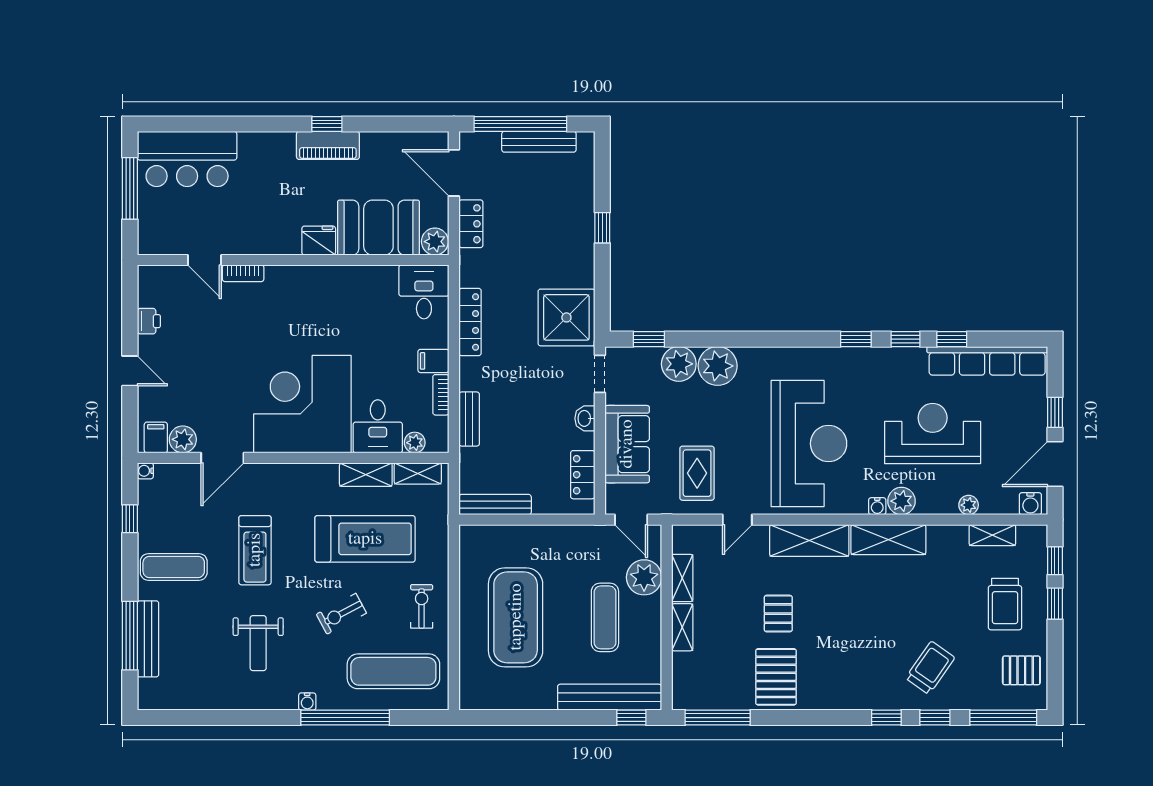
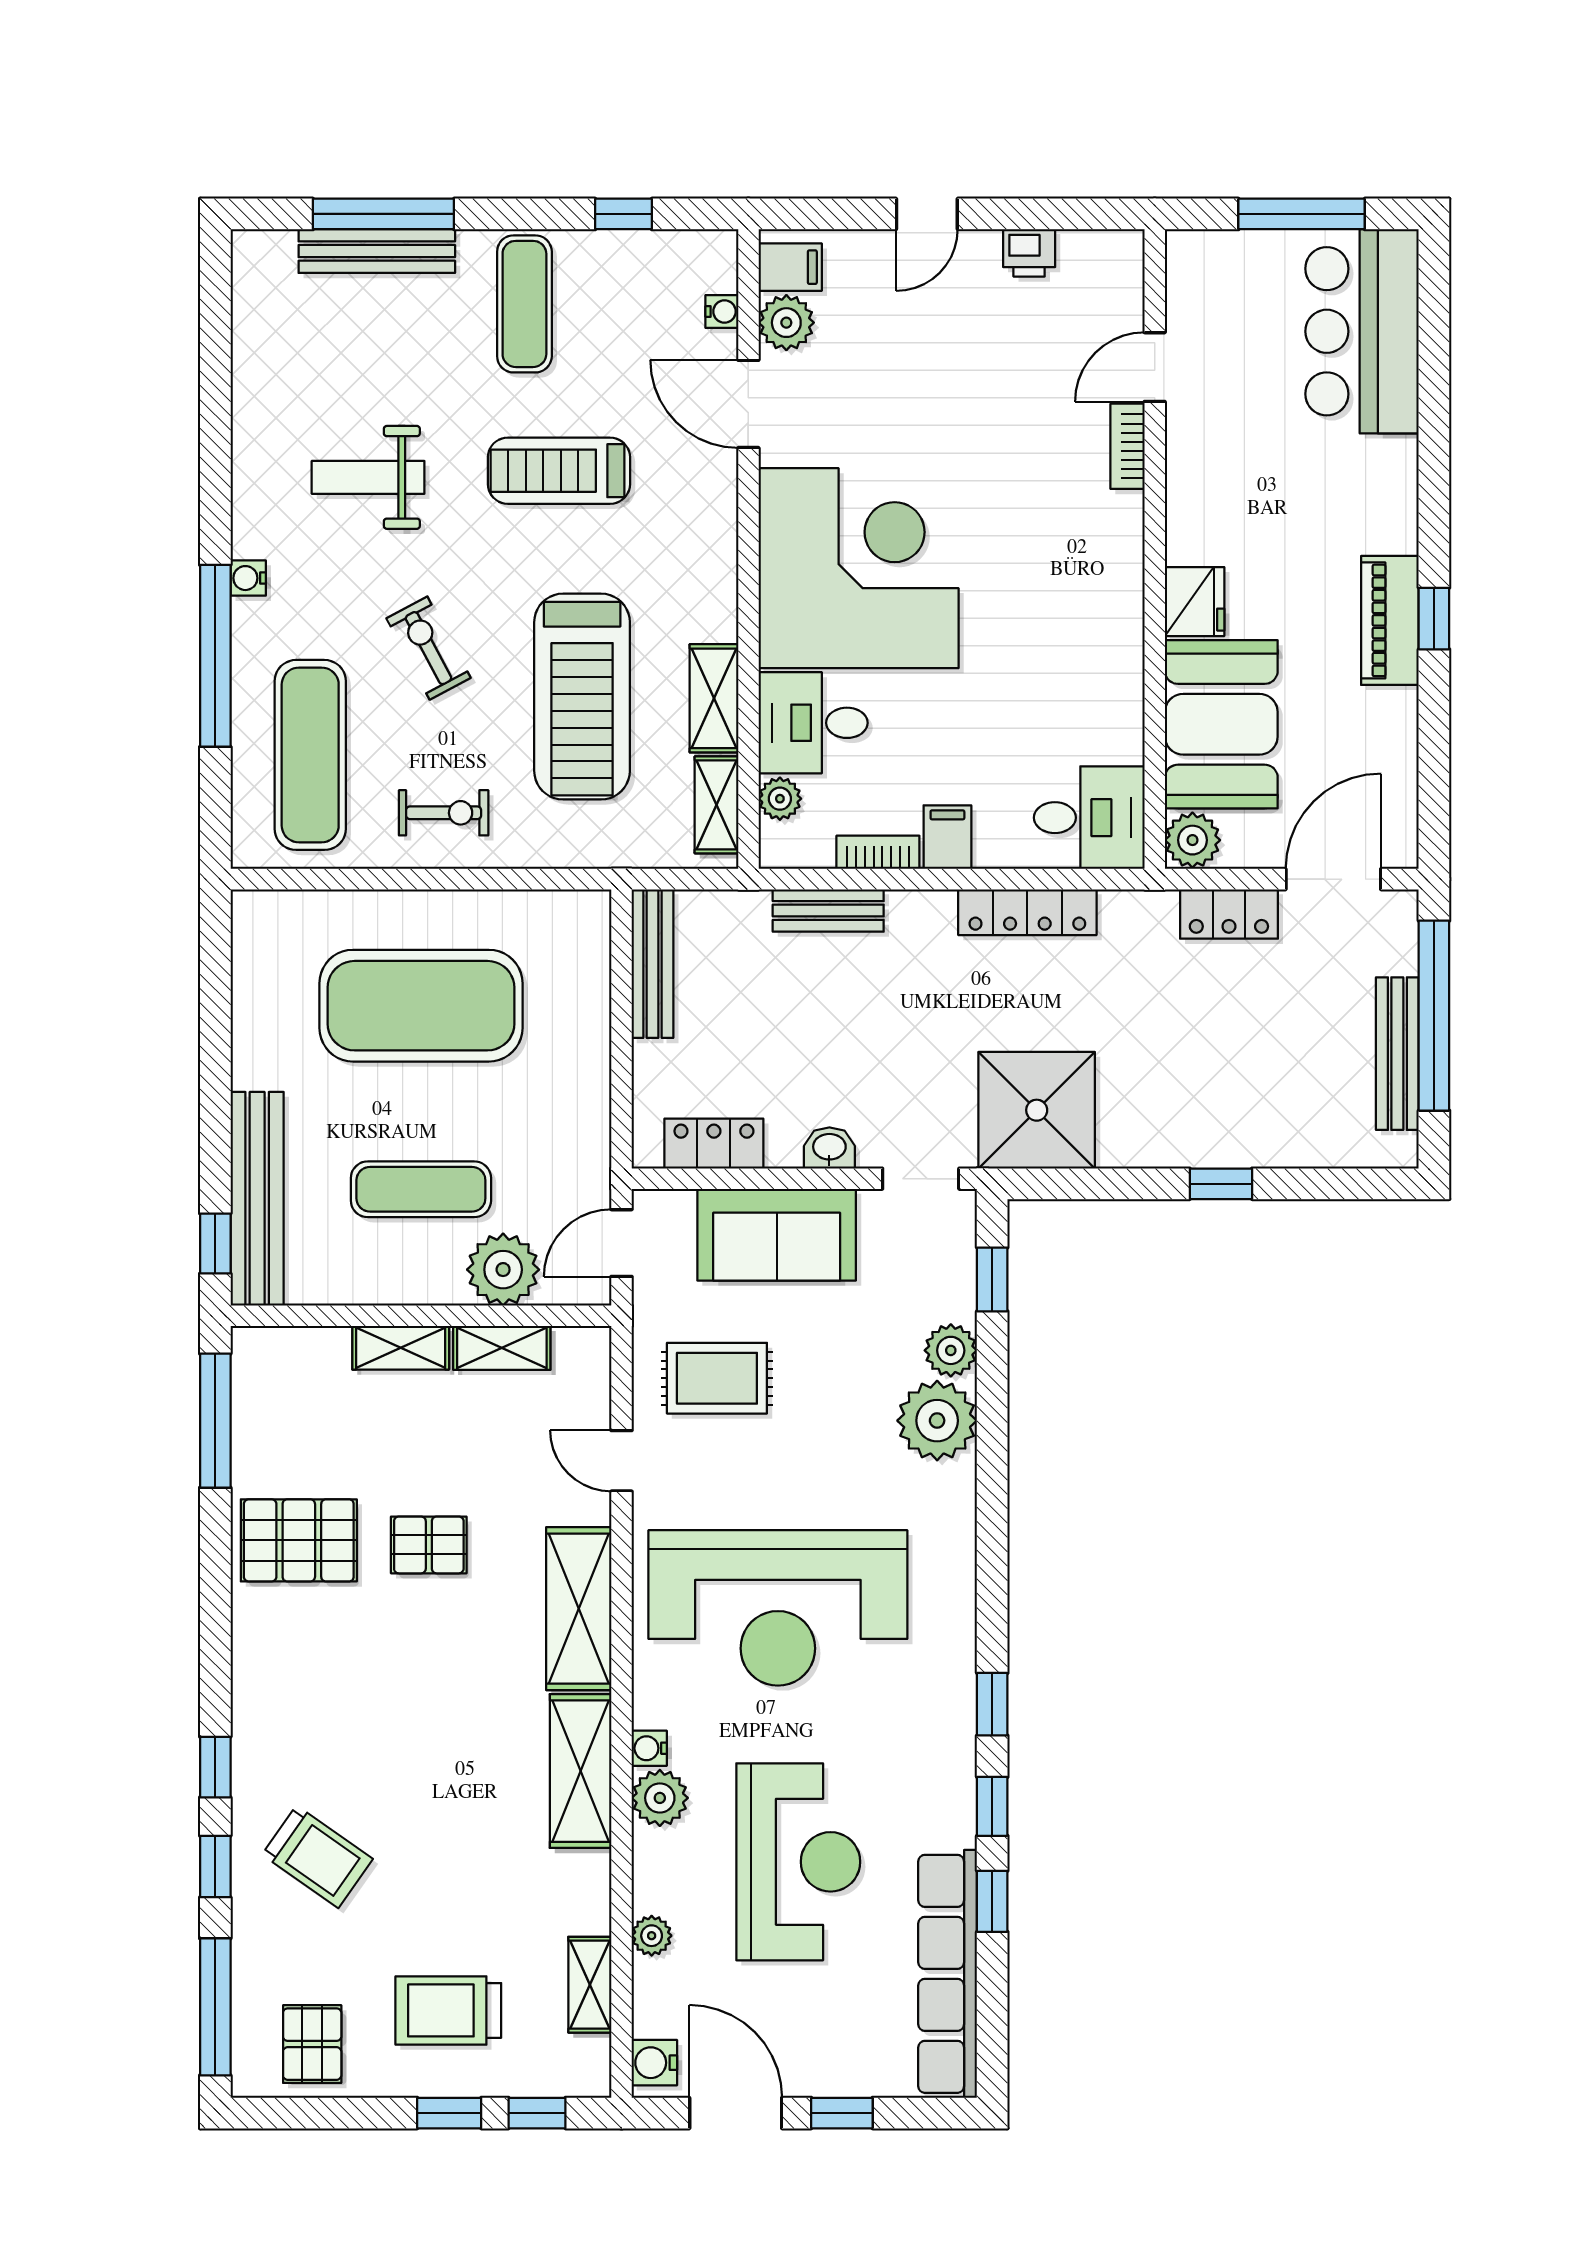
plant: (679, 364) -> (951, 1350), width x0.73, depth x0.73
water cooler: (145, 471) -> (722, 311), moved, turned 90

